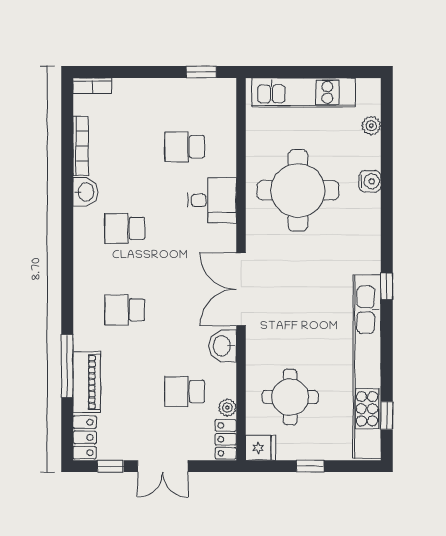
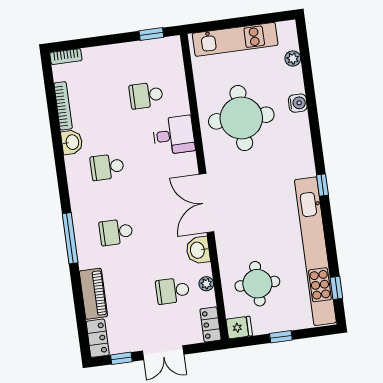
window: (67, 366) -> (70, 238), moved
plant: (227, 408) -> (206, 284), moved

